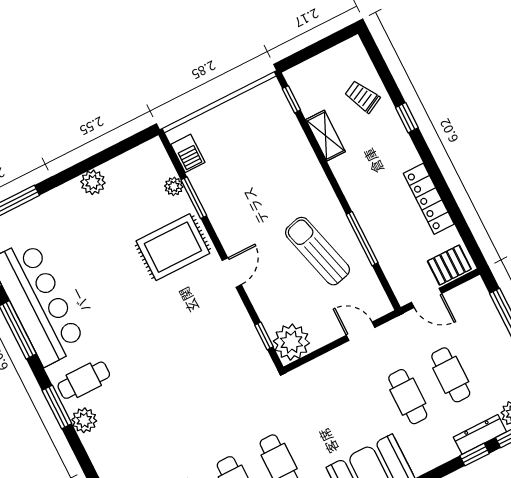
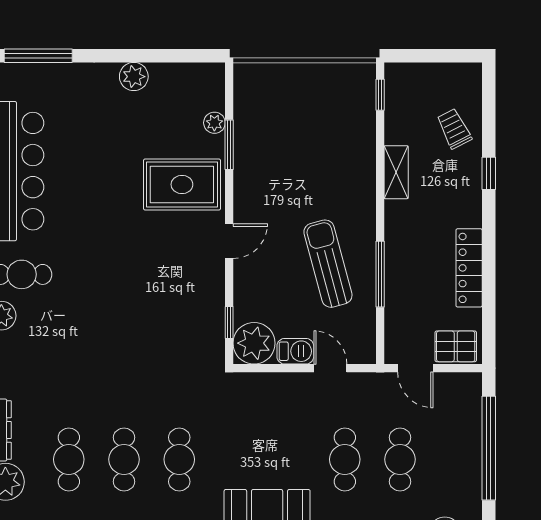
shelving: (325, 136) -> (396, 172), moved
barbecue: (188, 153) -> (295, 351), moved, turned -90

